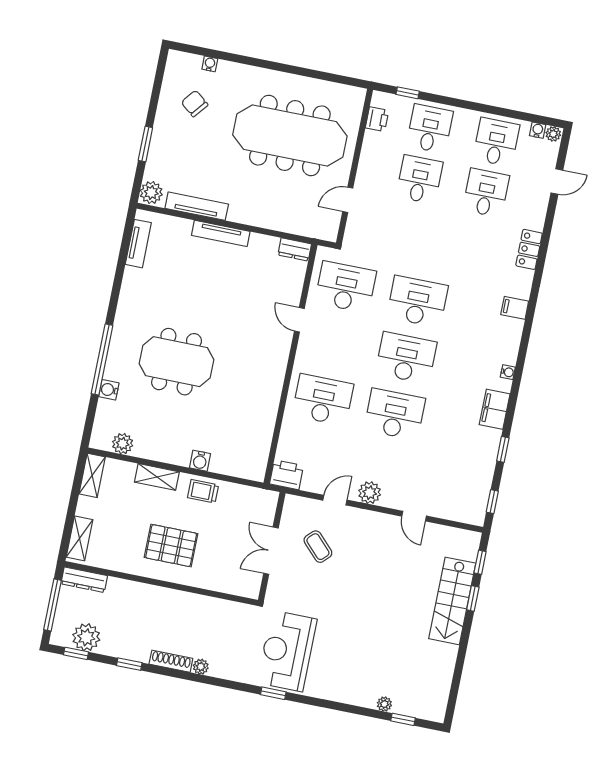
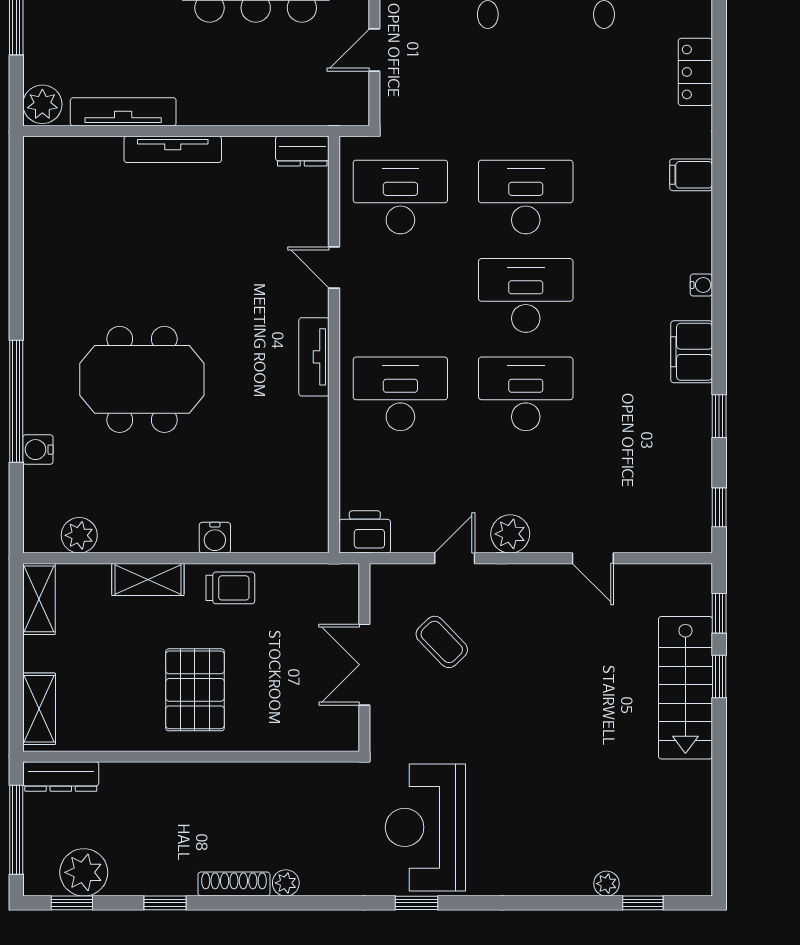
tv unit: (138, 244) -> (314, 357), moved, turned 180
trolley: (203, 491) -> (230, 588), turned 180
pallet: (171, 546) -> (195, 690), turned 90

